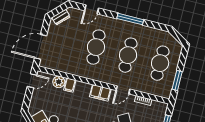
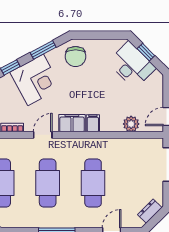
filing cabinet: (70, 85) -> (93, 123), moved

